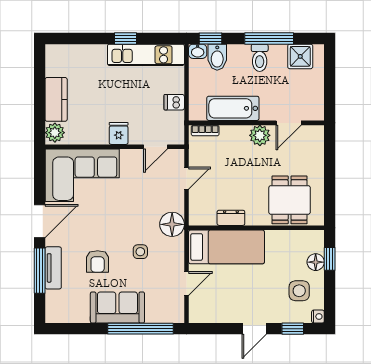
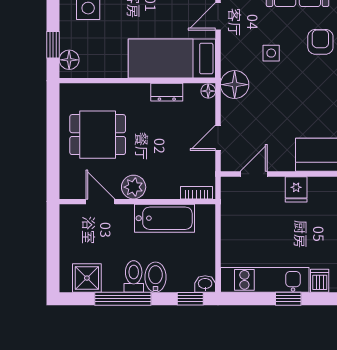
bidet: (217, 57) -> (155, 277), moved
dishwasher: (174, 102) -> (320, 281), moved, turned -90
door: (289, 123) -> (100, 202), hinge flipped
dining table: (290, 200) -> (98, 135), moved, turned 90
floor lamp: (195, 219) -> (208, 91), added
floor lamp: (316, 262) -> (69, 60), moved

